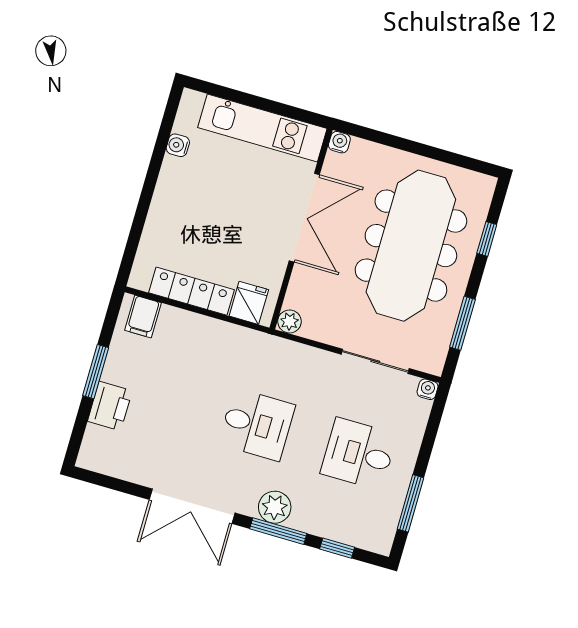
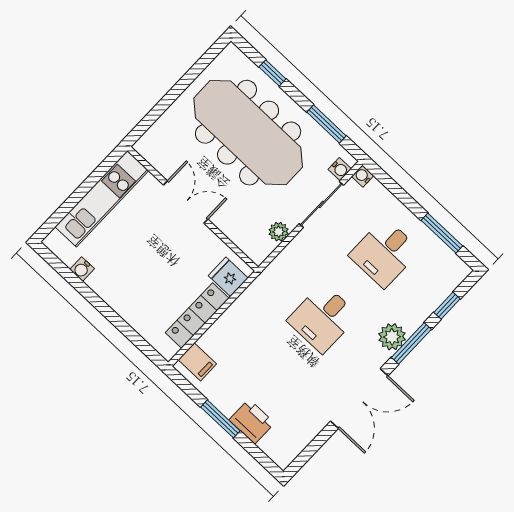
water cooler: (339, 142) -> (340, 169), moved, turned 180
double door: (304, 218) -> (186, 202), width x0.73
plant: (289, 321) -> (279, 232), moved
desk: (257, 424) -> (323, 318), turned 180

